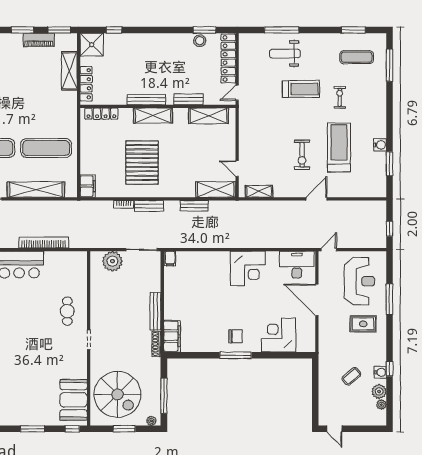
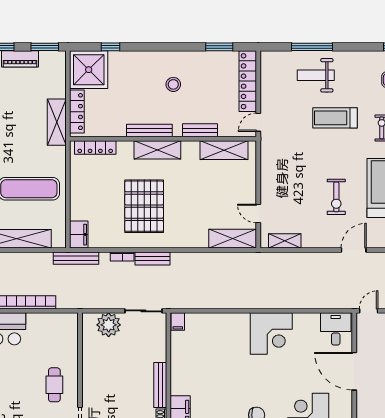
stool: (200, 41) -> (173, 84), moved
shower: (92, 45) -> (89, 70), width x1.37, depth x1.37
shelving: (69, 71) -> (57, 122), moved
treadmill: (301, 89) -> (335, 118), turned 180
bench: (194, 206) -> (76, 258), moved, width x1.36
desk: (297, 265) -> (336, 329), width x0.73

